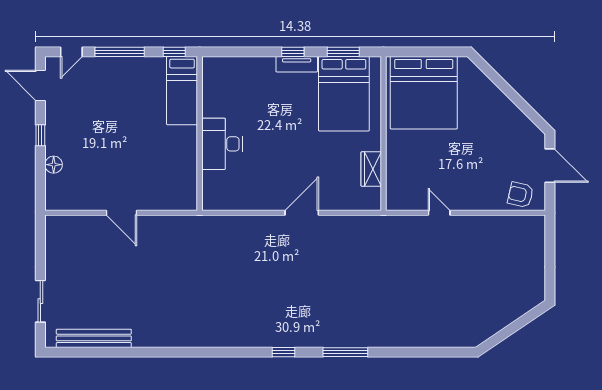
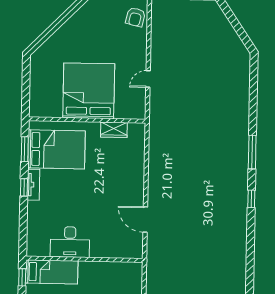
bed: (424, 93) -> (89, 91), moved, turned -90
desk: (222, 144) -> (70, 242), moved
door: (302, 213) -> (145, 220), moved

